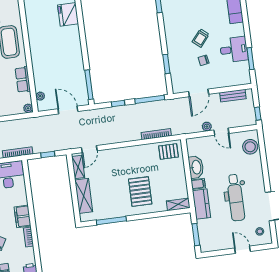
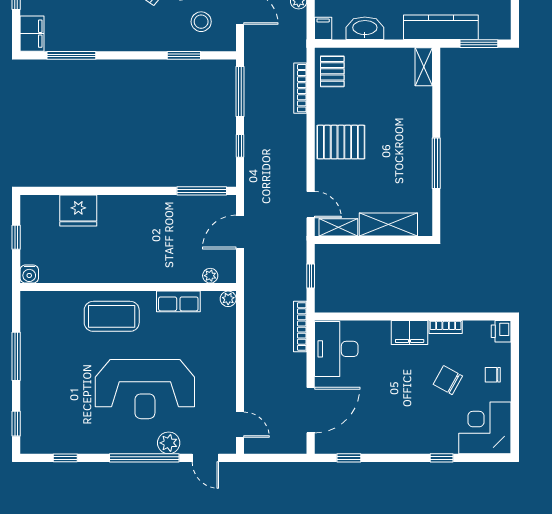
stool: (187, 71) -> (201, 22), added
filing cabinet: (198, 184) -> (323, 28), moved
pallet: (140, 192) -> (341, 142), moved
kitchen counter: (201, 204) -> (441, 27), width x1.50
window: (111, 221) -> (436, 163), moved

